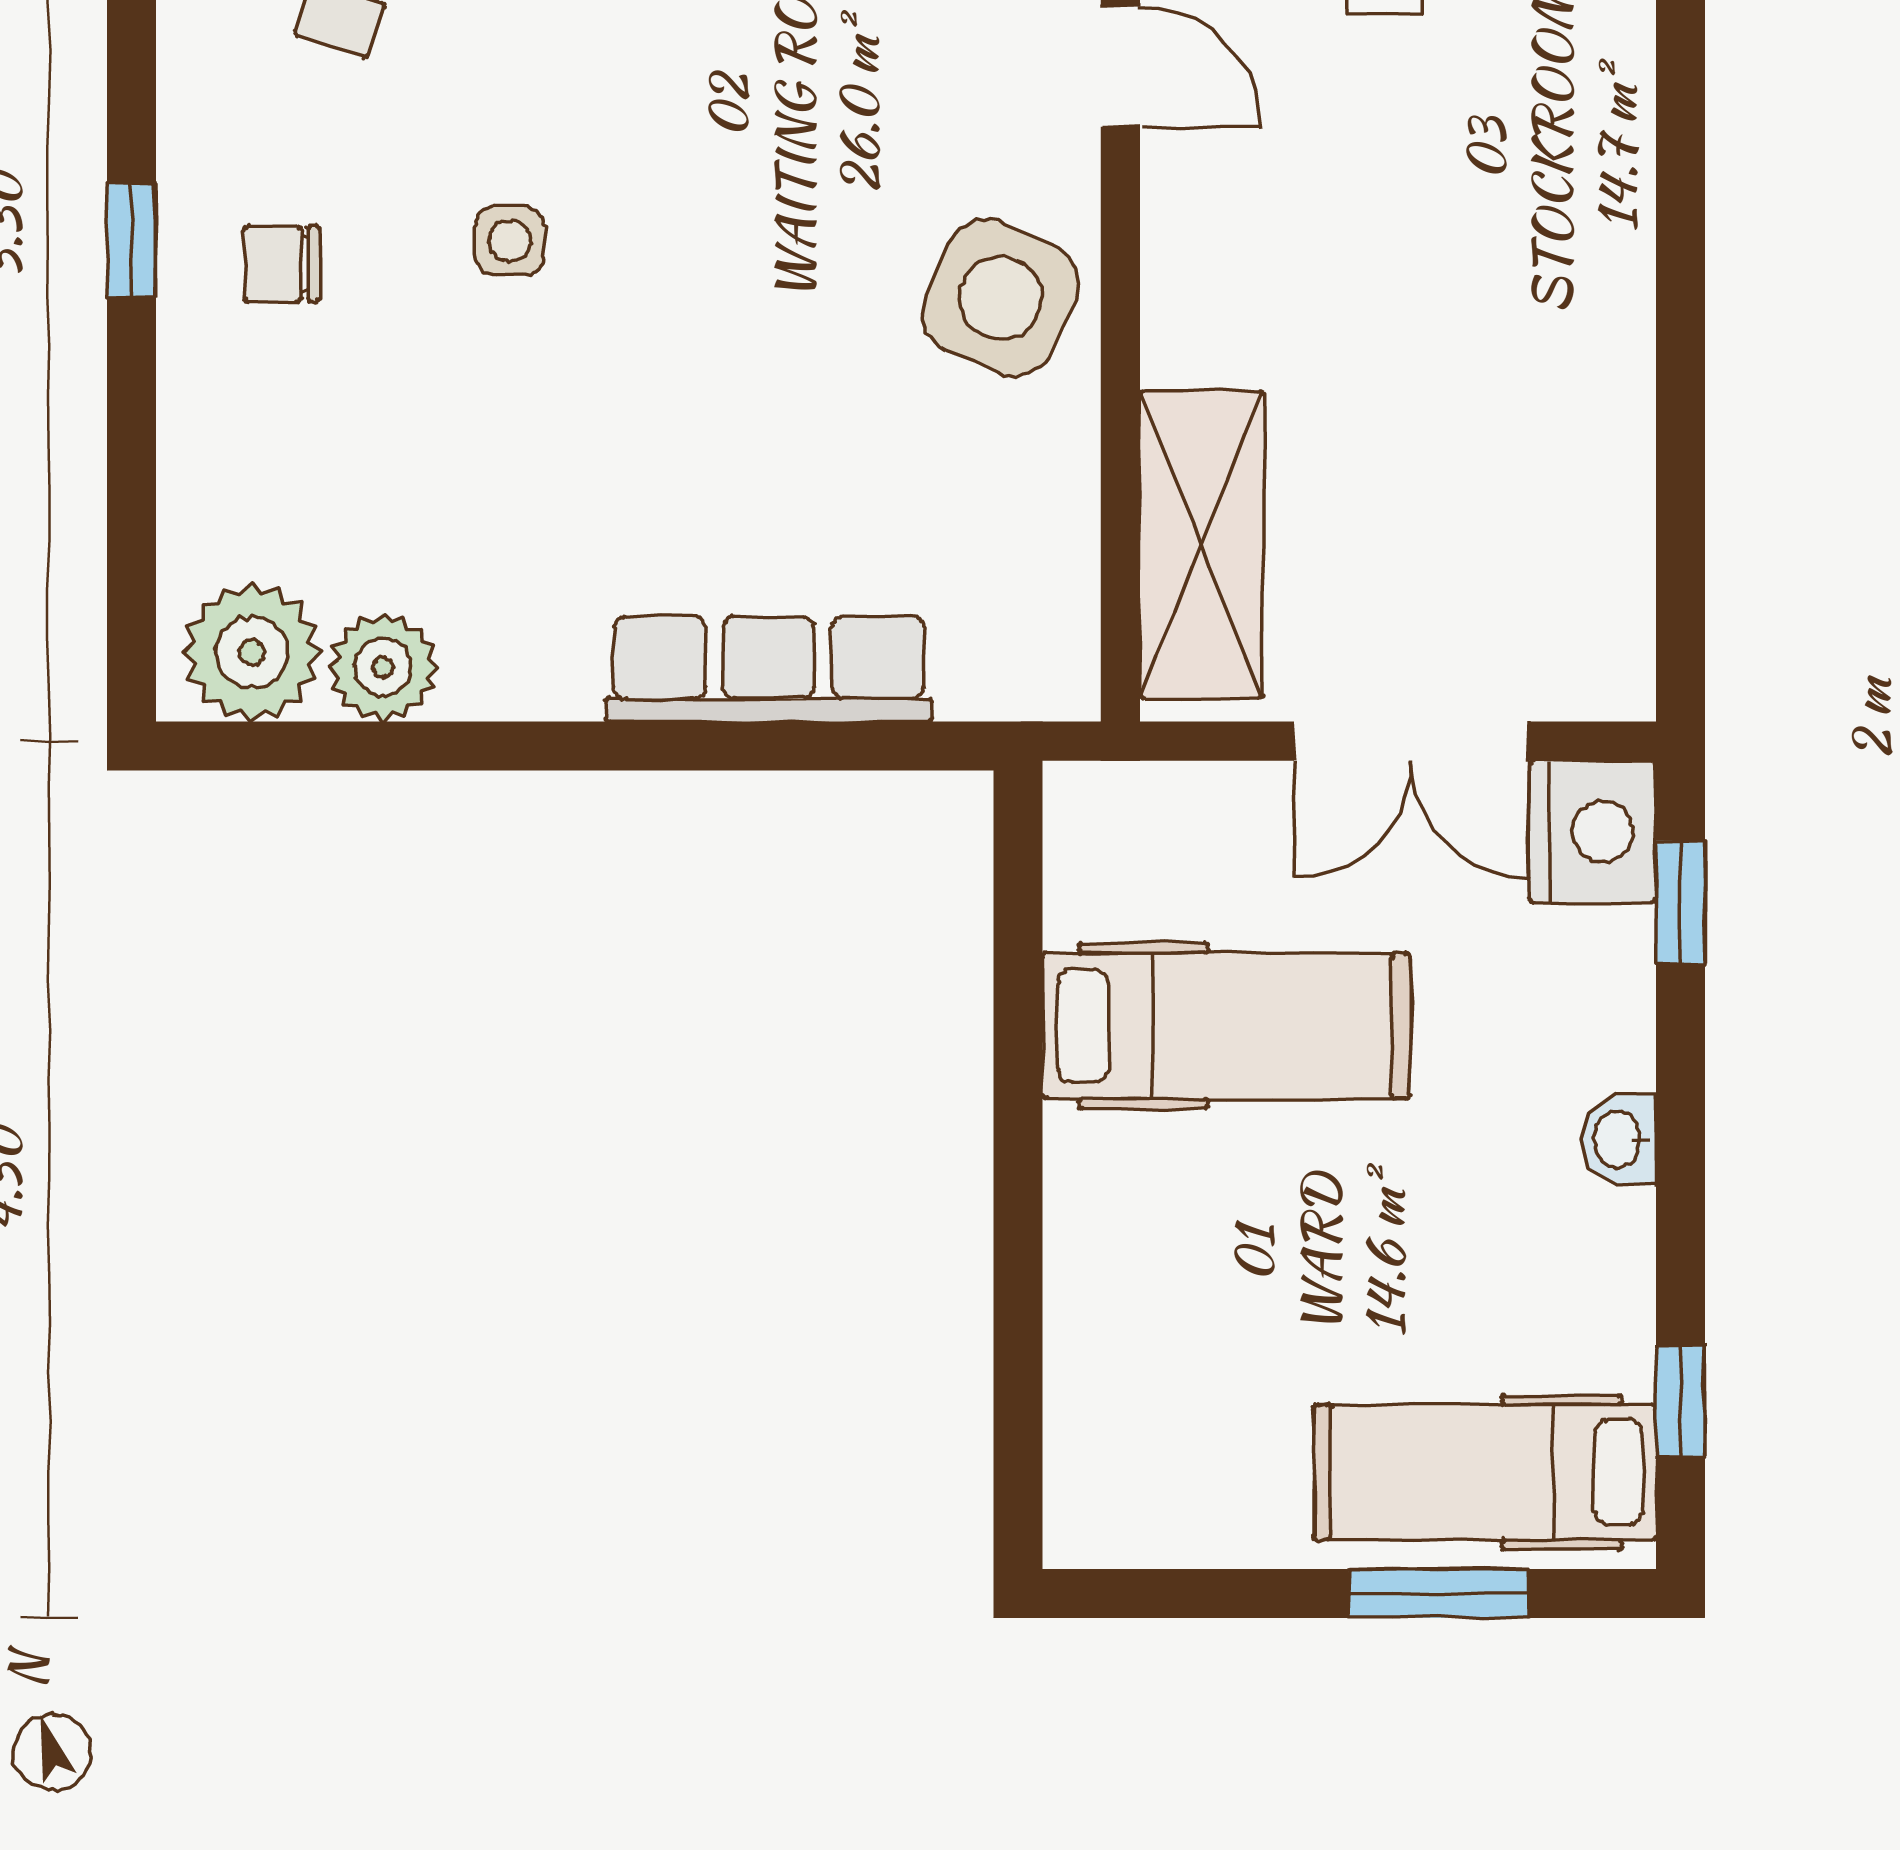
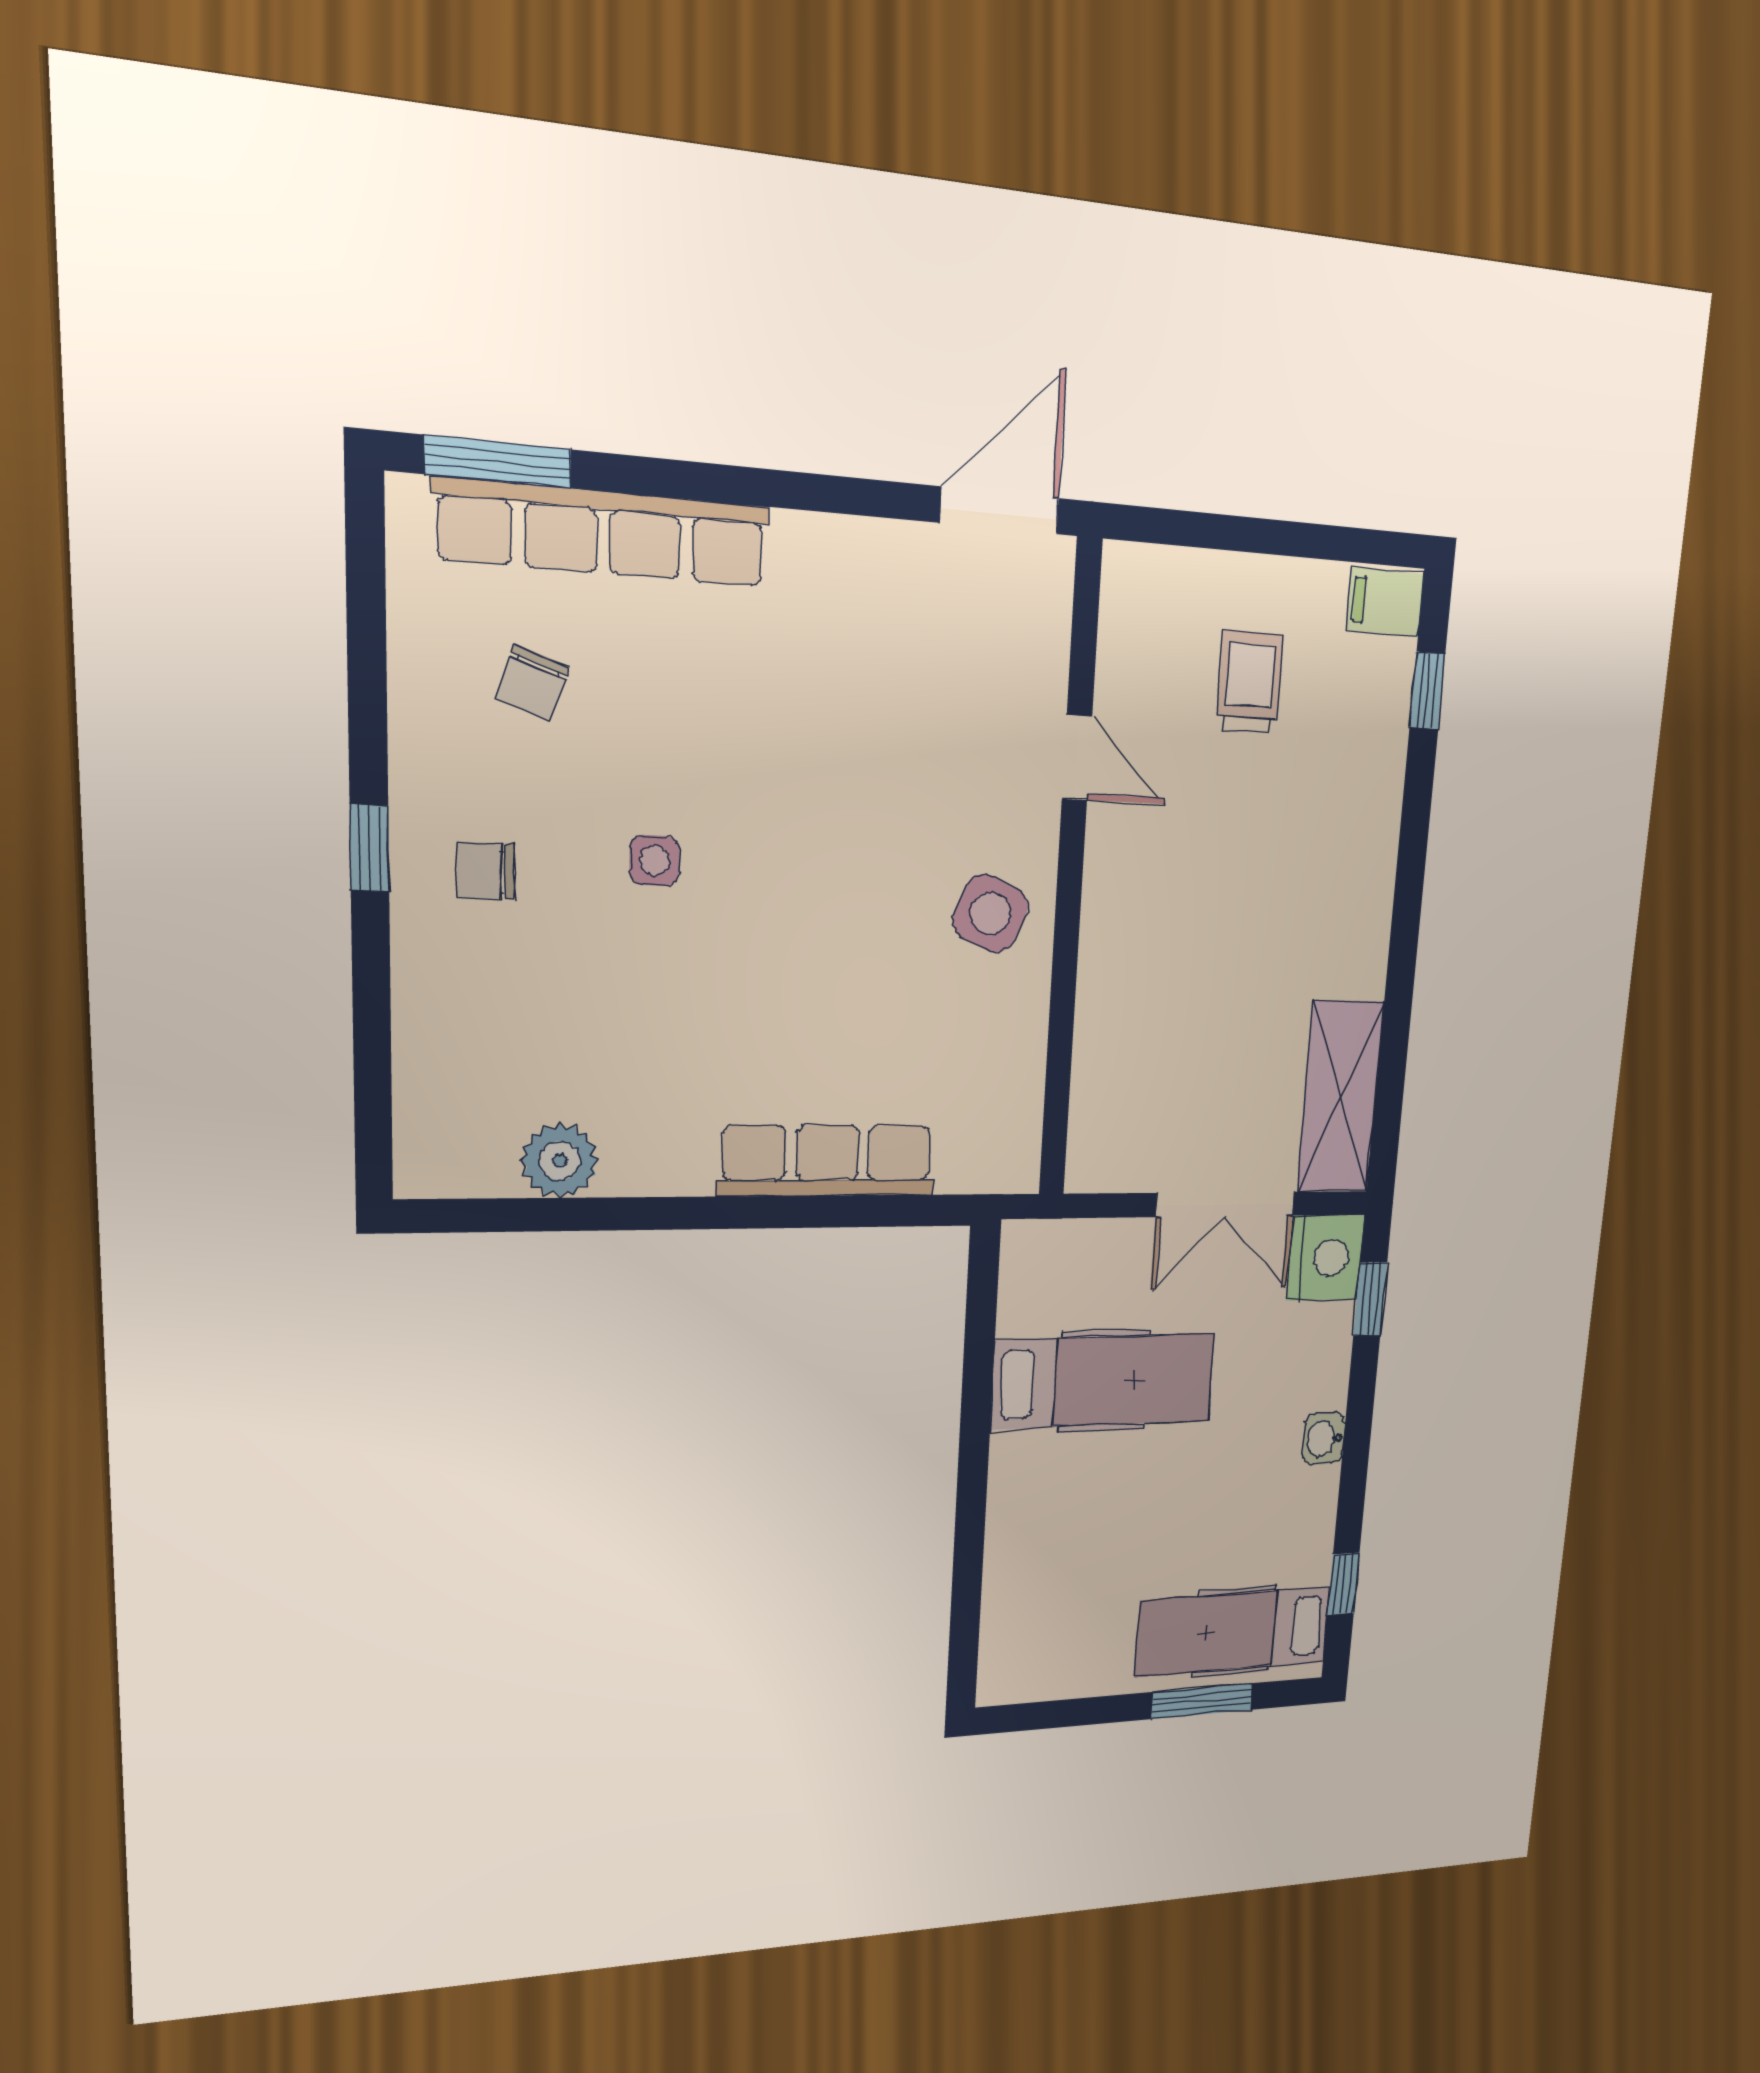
side table: (1000, 298) -> (990, 913), width x0.73, depth x0.73
shelving: (1201, 545) -> (1341, 1097), moved
plant: (252, 653) -> (464, 1151), removed

